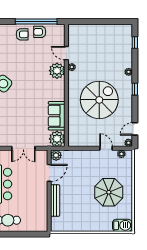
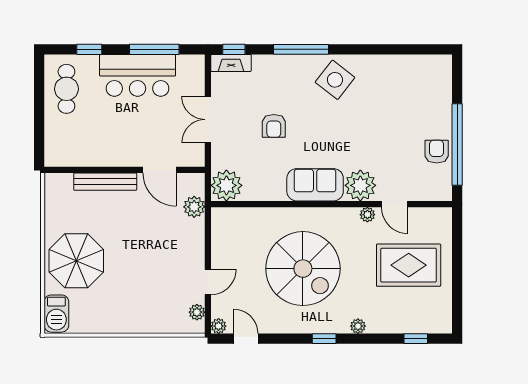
armchair: (22, 34) -> (274, 126), moved
rug: (98, 46) -> (409, 265), added
door: (66, 53) -> (395, 204), swing flipped
sofa: (57, 116) -> (315, 185), moved
plant: (56, 155) -> (194, 207), moved
parasol: (109, 192) -> (76, 261), moved

